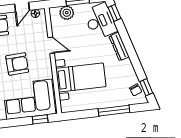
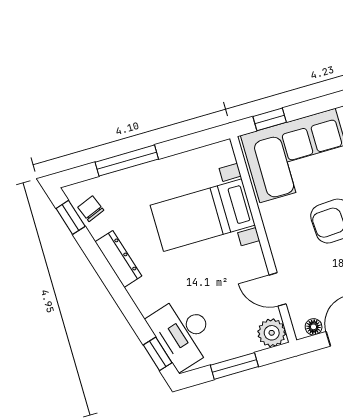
plant: (67, 13) -> (272, 333), moved
door: (51, 45) -> (278, 289), moved
dresser: (119, 47) -> (118, 259), moved

